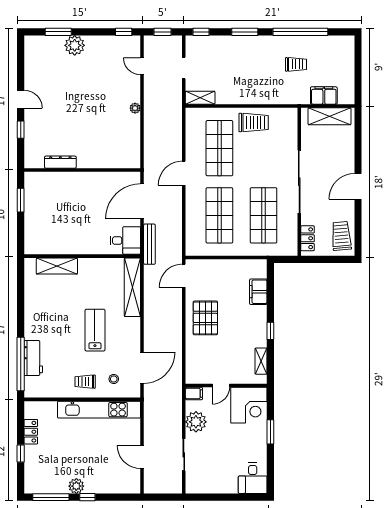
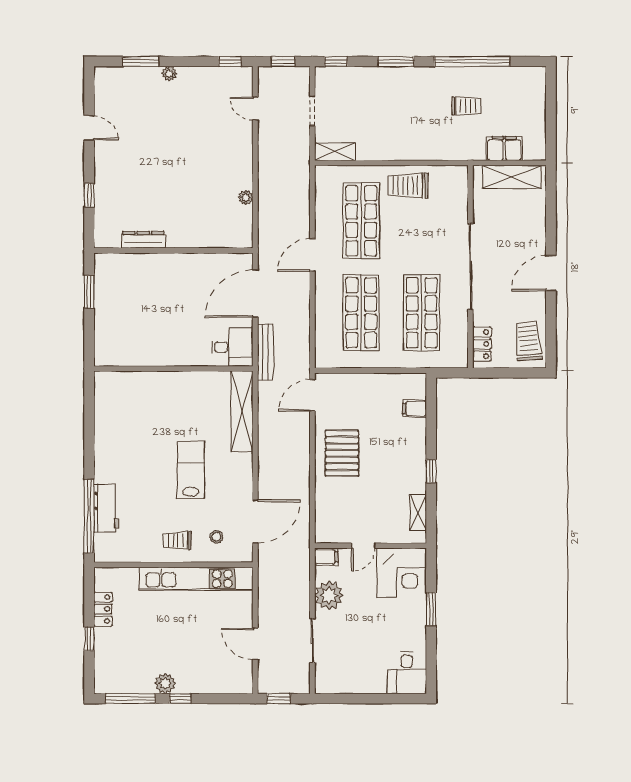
plant: (75, 45) -> (169, 73), width x0.53, depth x0.53
door: (21, 99) -> (89, 128), moved
plant: (135, 108) -> (246, 197), moved
trolley: (254, 122) -> (408, 185), turned 180
shelving: (57, 266) -> (139, 382), removed
filing cabinet: (258, 292) -> (414, 408), width x0.50
window: (159, 497) -> (279, 699), added

